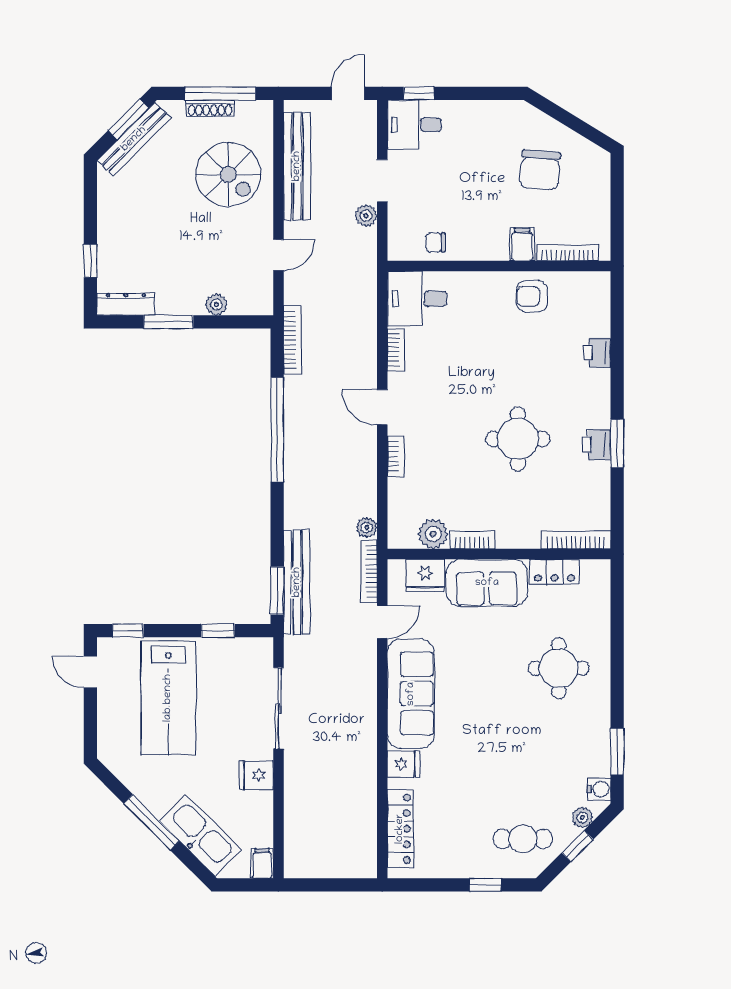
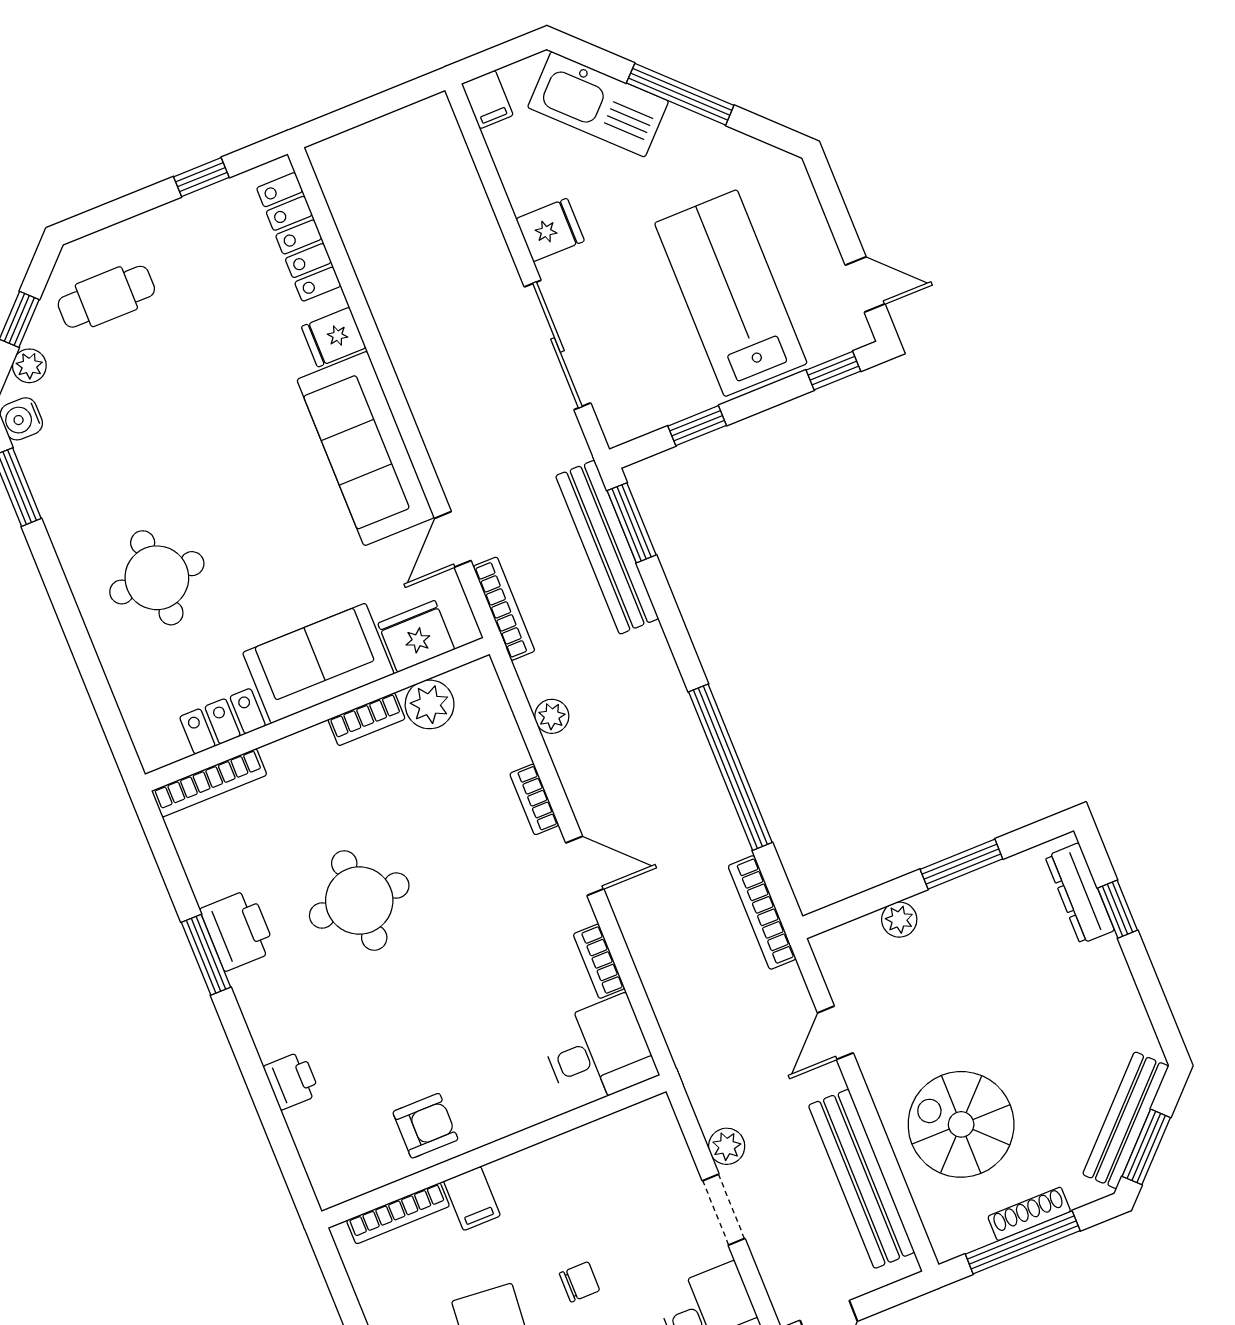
chair: (436, 242) -> (580, 1282), moved
dresser: (126, 304) -> (1080, 893), moved, turned 90
printer: (597, 444) -> (238, 930), width x1.36, depth x1.24
plant: (367, 527) -> (552, 716), moved
window: (485, 885) -> (201, 177), moved

